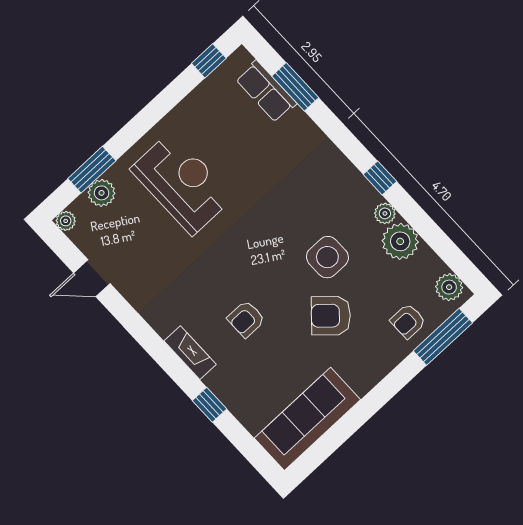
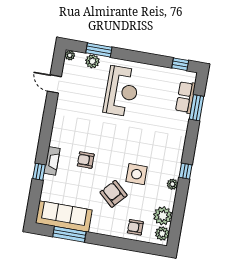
plant: (400, 241) -> (163, 216), moved
window: (443, 337) -> (69, 234), moved
fireplace: (190, 353) -> (52, 161), moved

